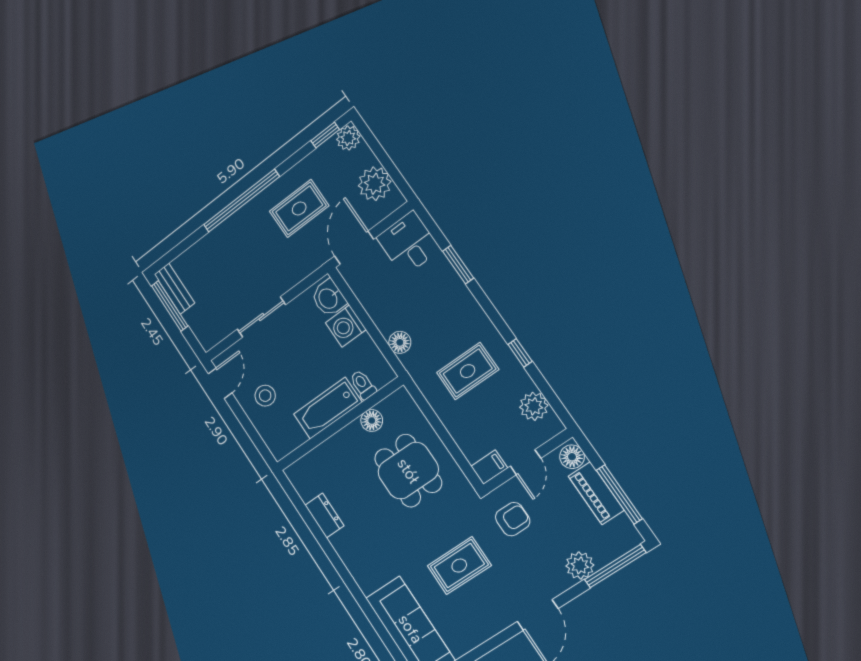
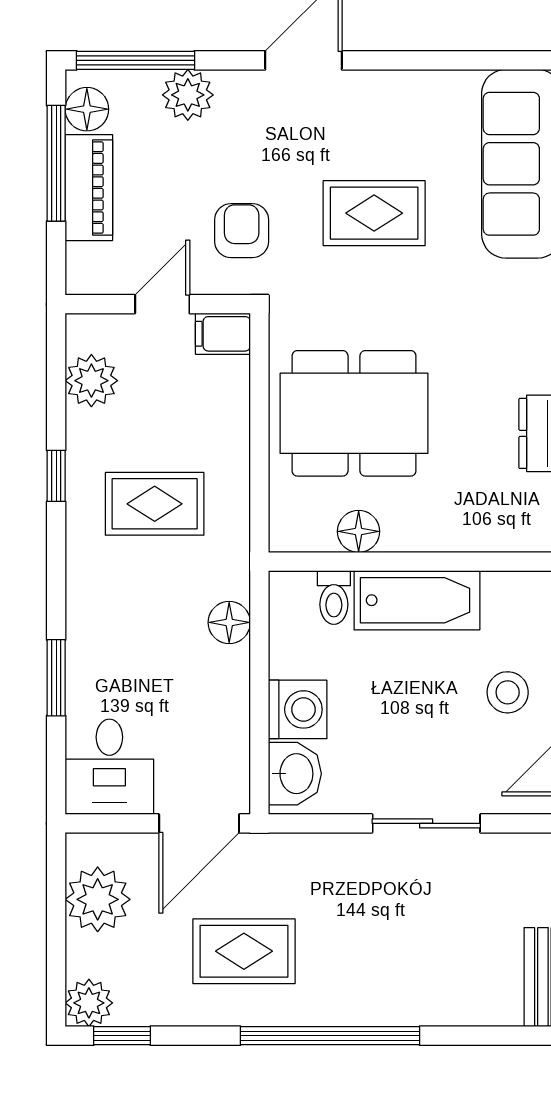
floor lamp: (572, 457) -> (87, 109), moved
dining table: (408, 471) -> (354, 413), width x1.37
armchair: (513, 519) -> (242, 231), turned 90

